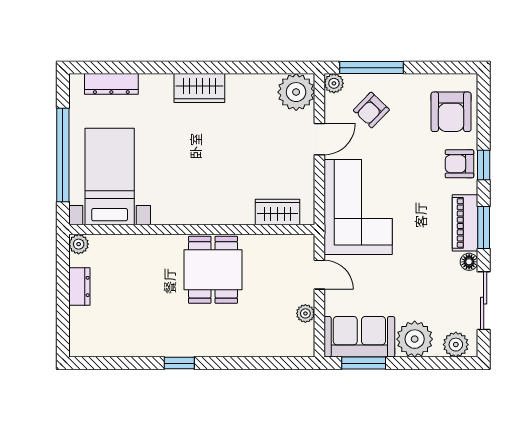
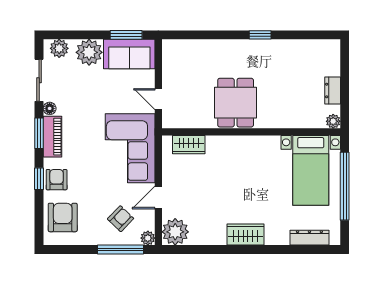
armchair: (459, 164) -> (57, 180), turned -90
plant: (305, 313) -> (168, 71), removed

